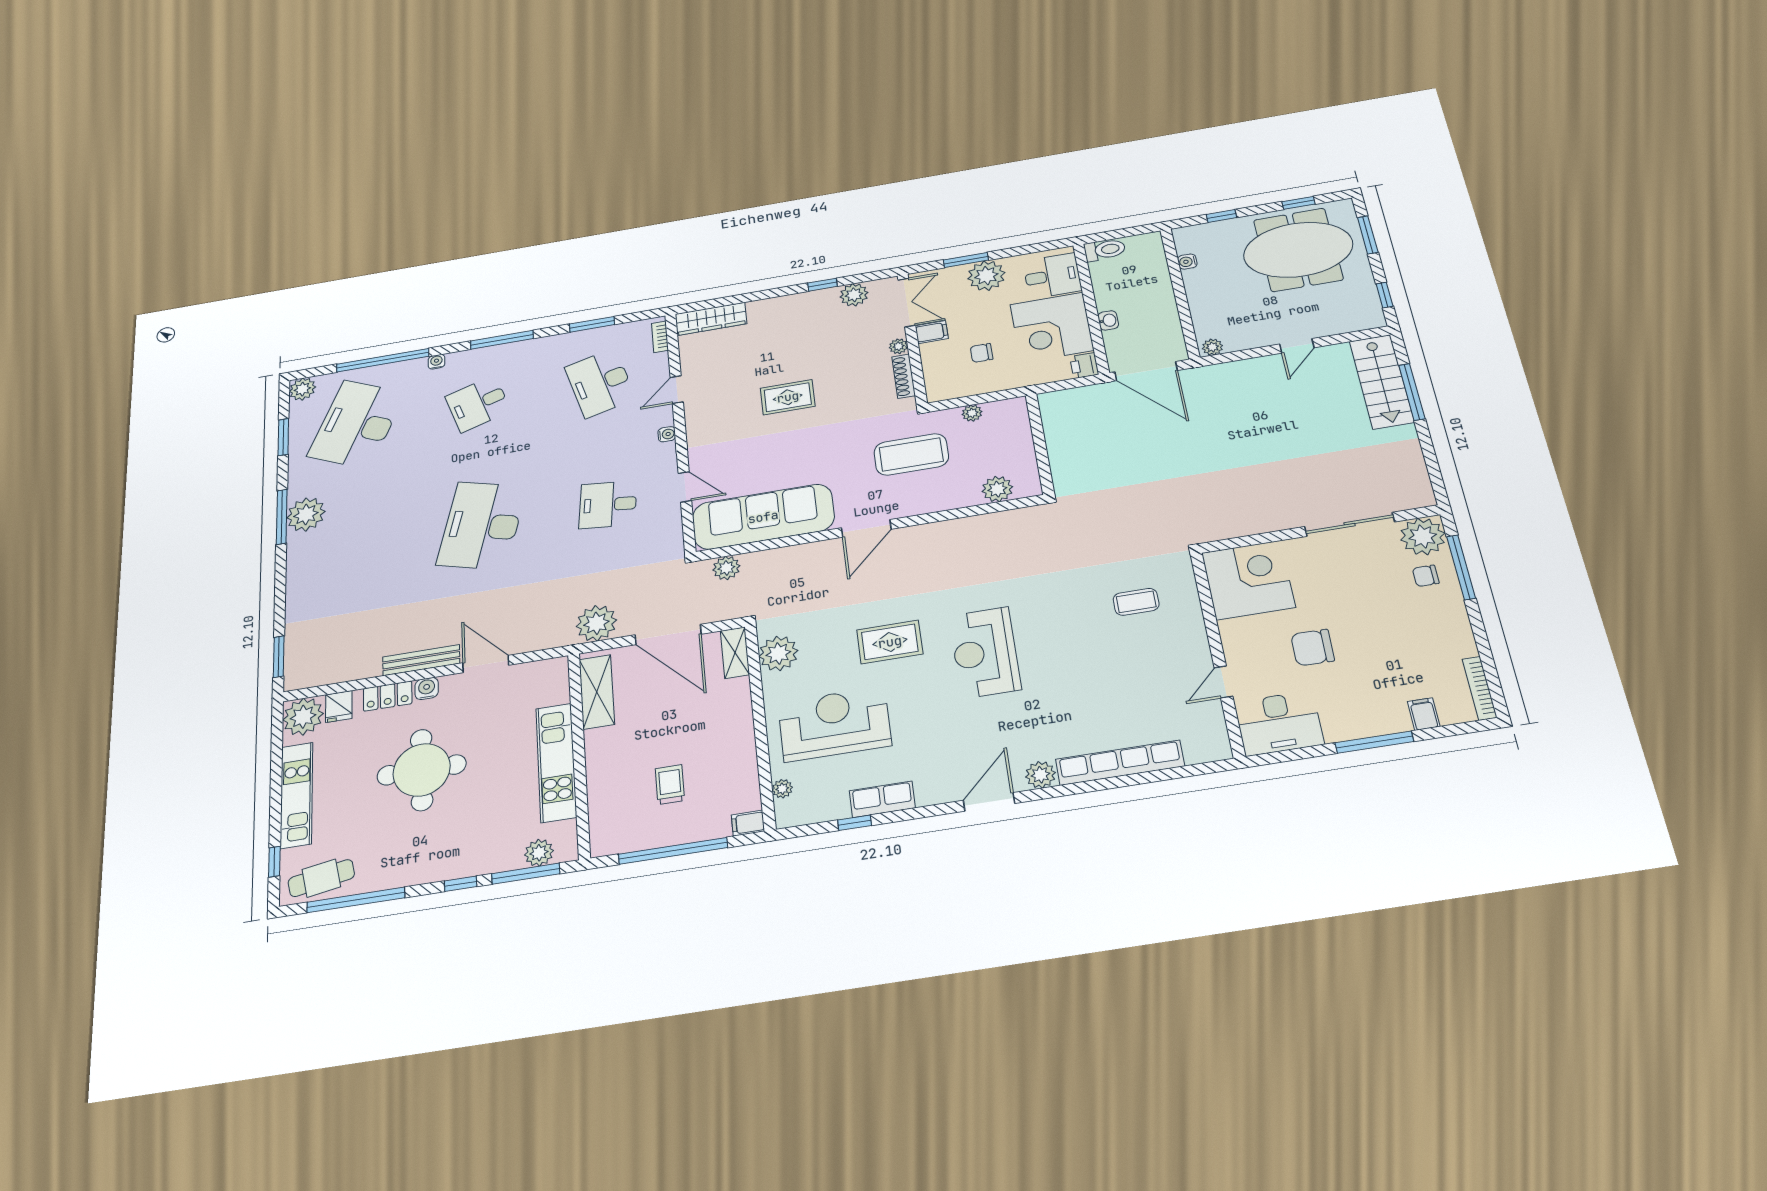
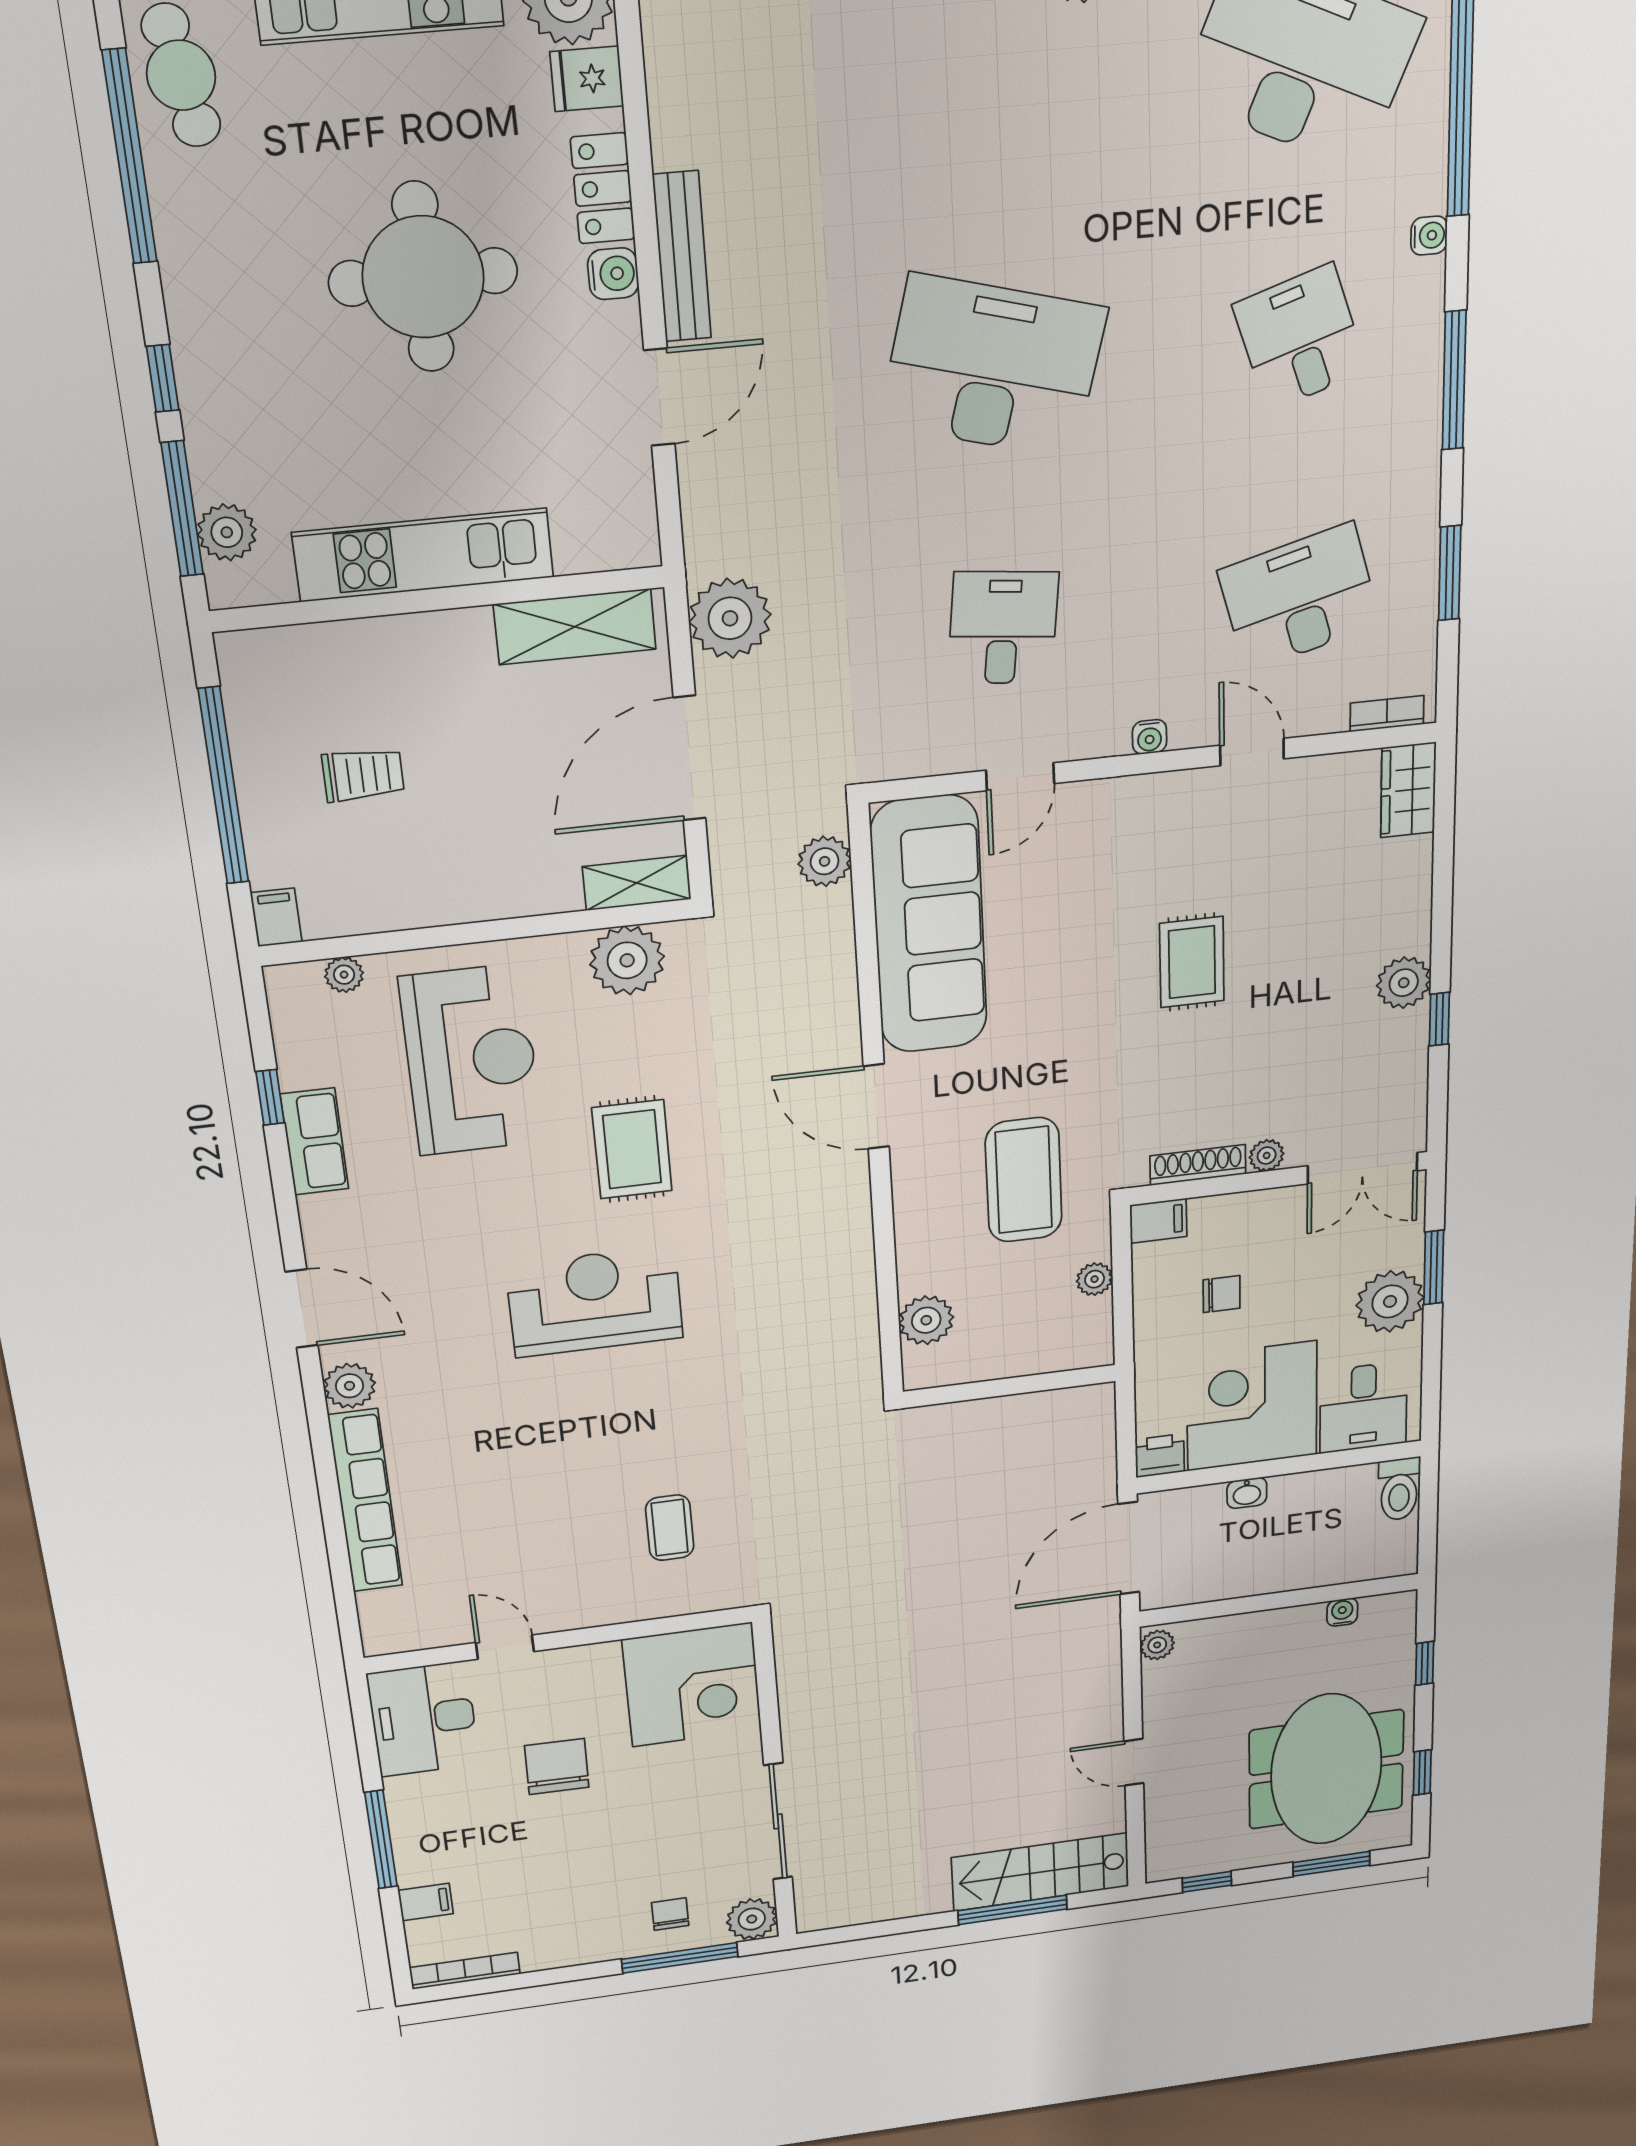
plant: (854, 295) -> (1404, 983), moved
wardrobe: (711, 319) -> (1408, 790), width x0.67
filing cabinet: (932, 332) -> (1158, 1221), moved, turned -90
chair: (982, 353) -> (1222, 1294), turned 90
plant: (1423, 536) -> (752, 1919), width x0.73, depth x0.73

